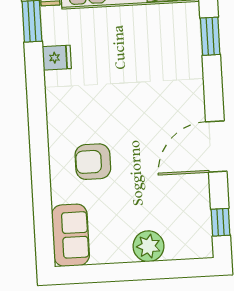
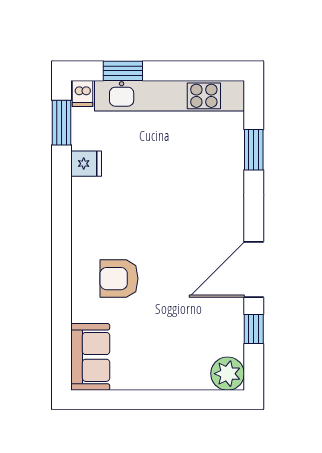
window: (221, 222) -> (254, 329), moved
plant: (148, 246) -> (228, 374), moved

